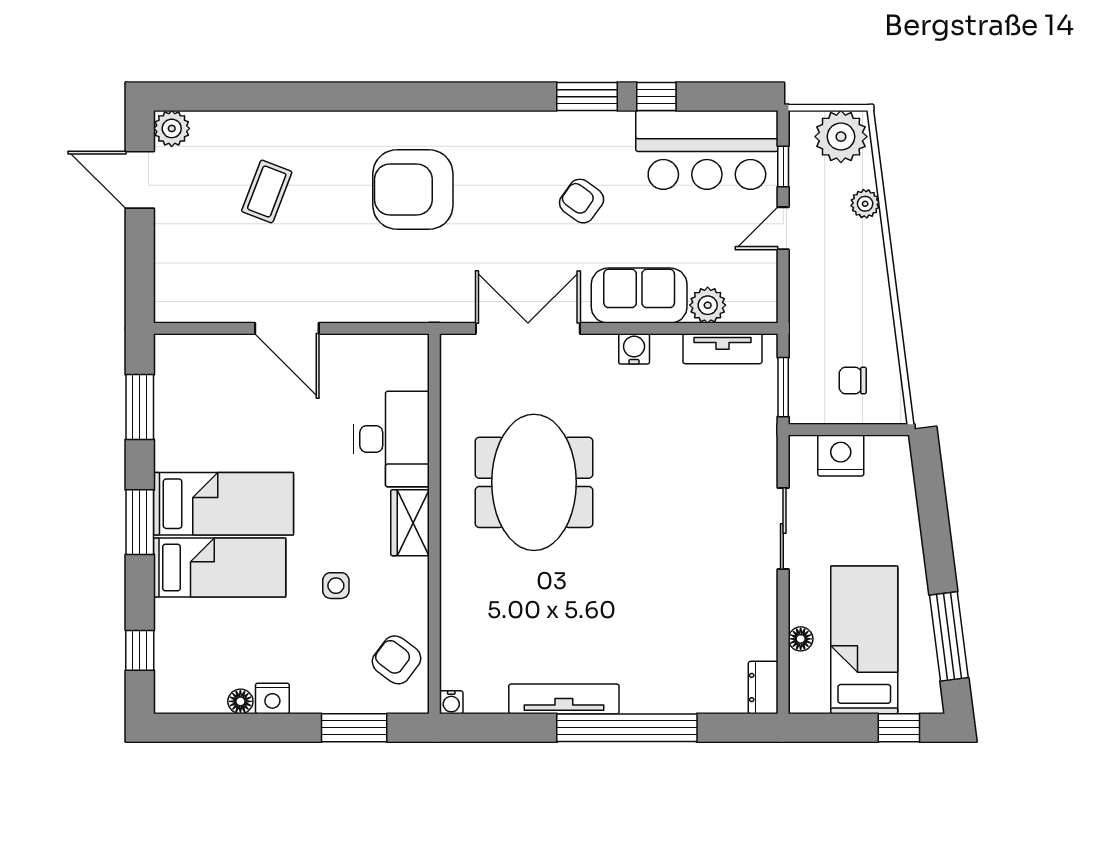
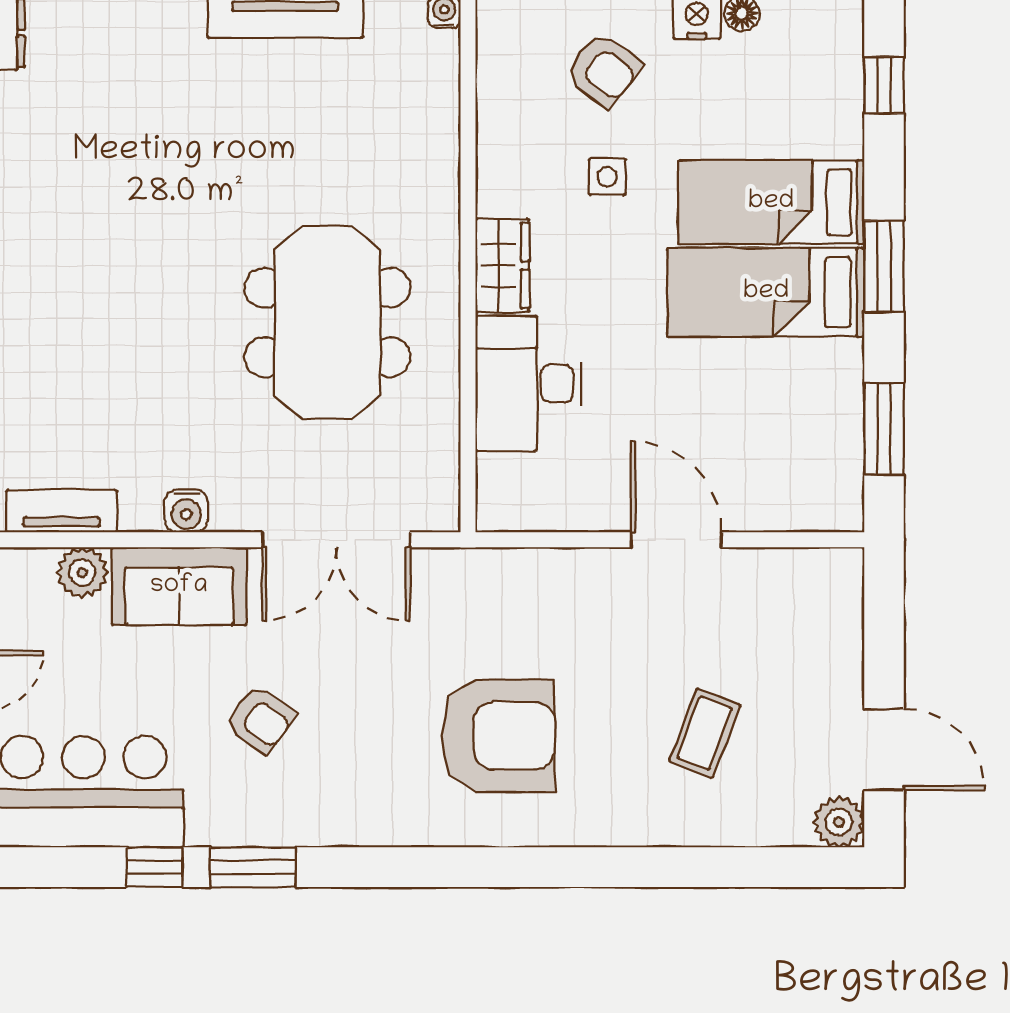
armchair: (397, 660) -> (603, 70), moved

